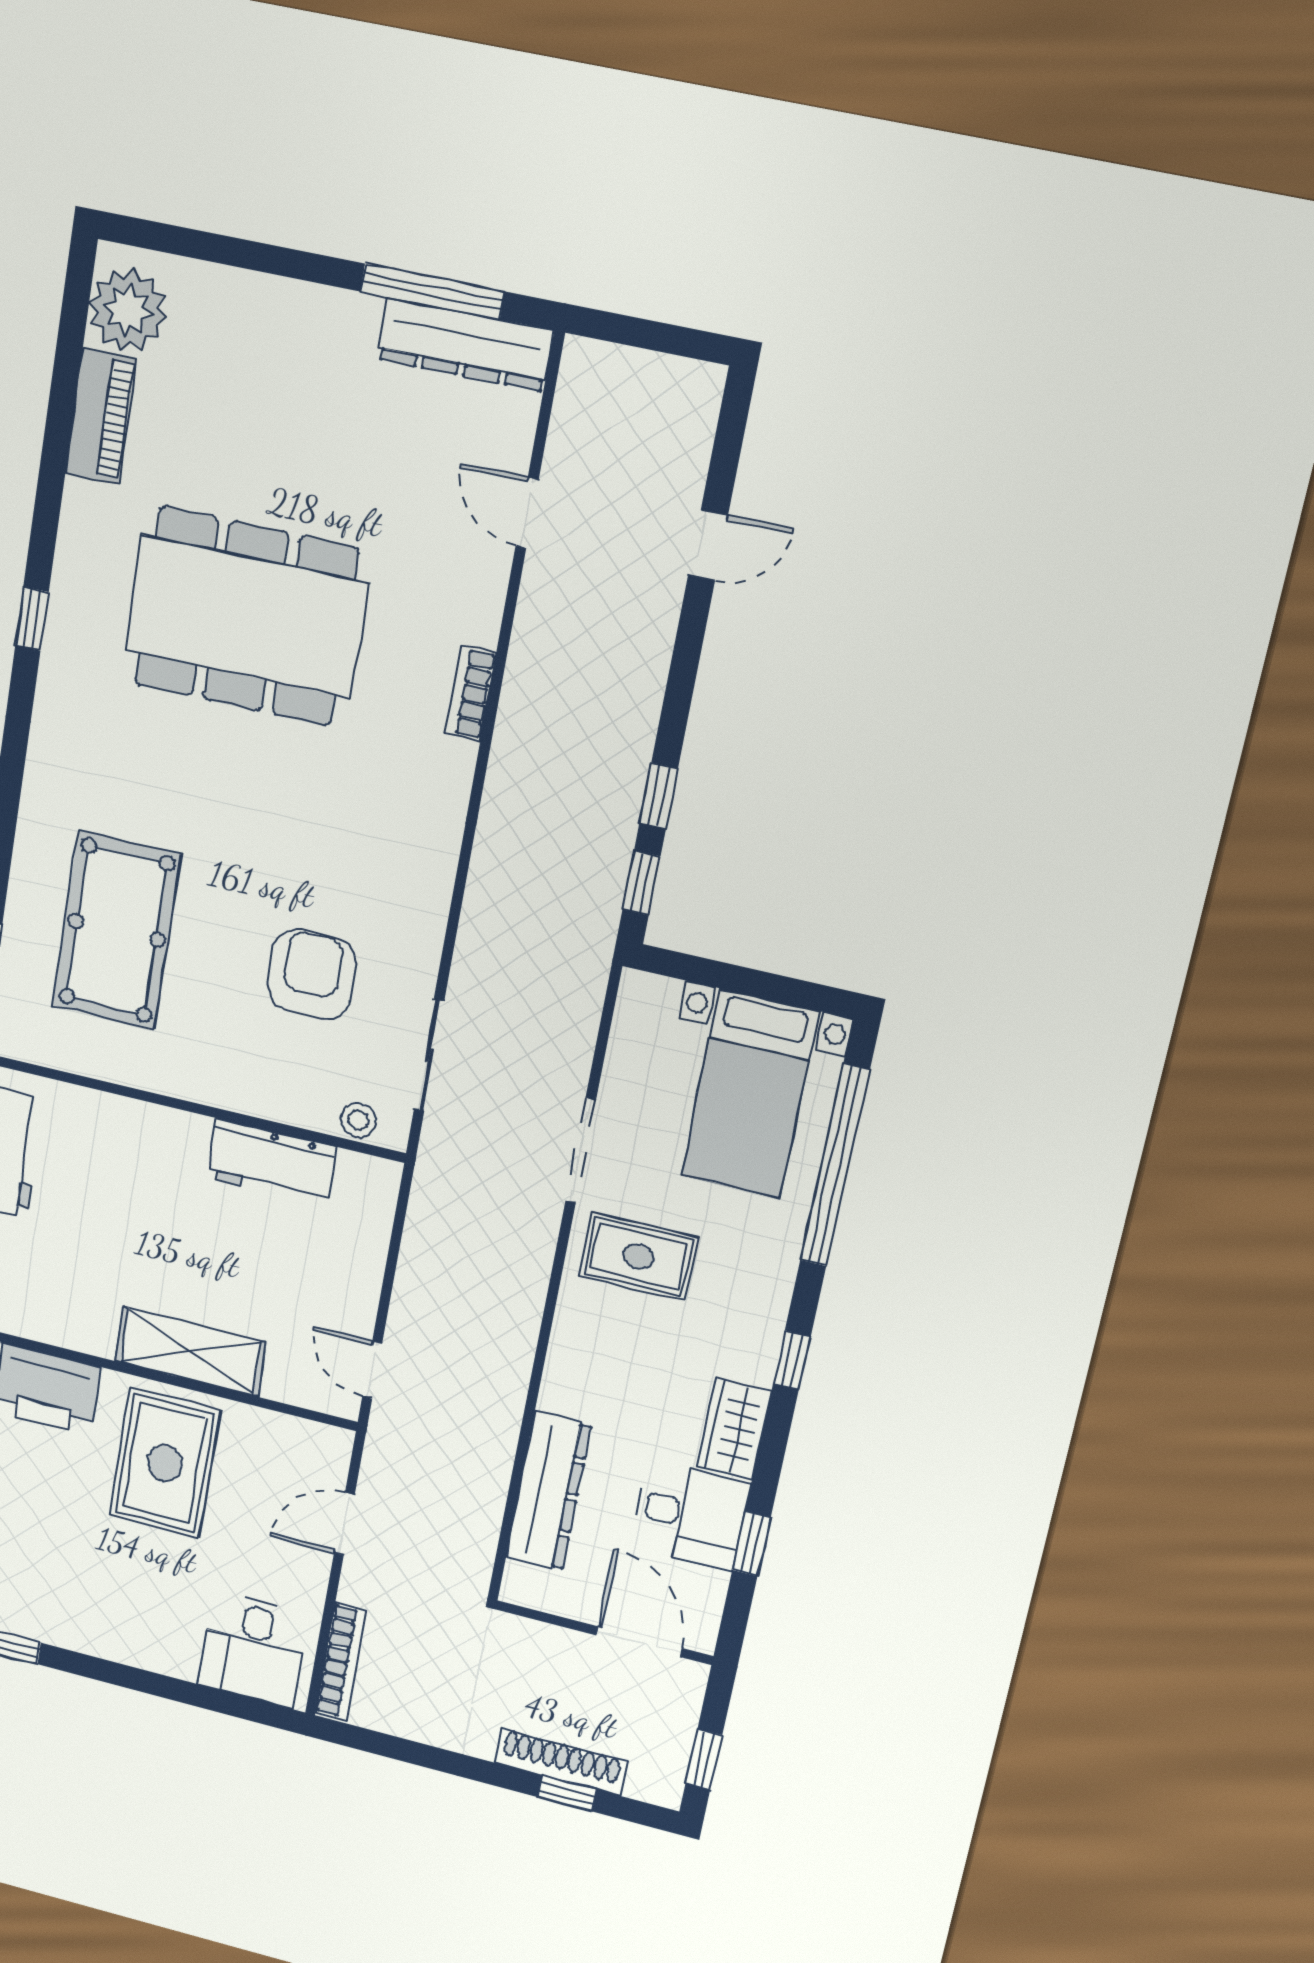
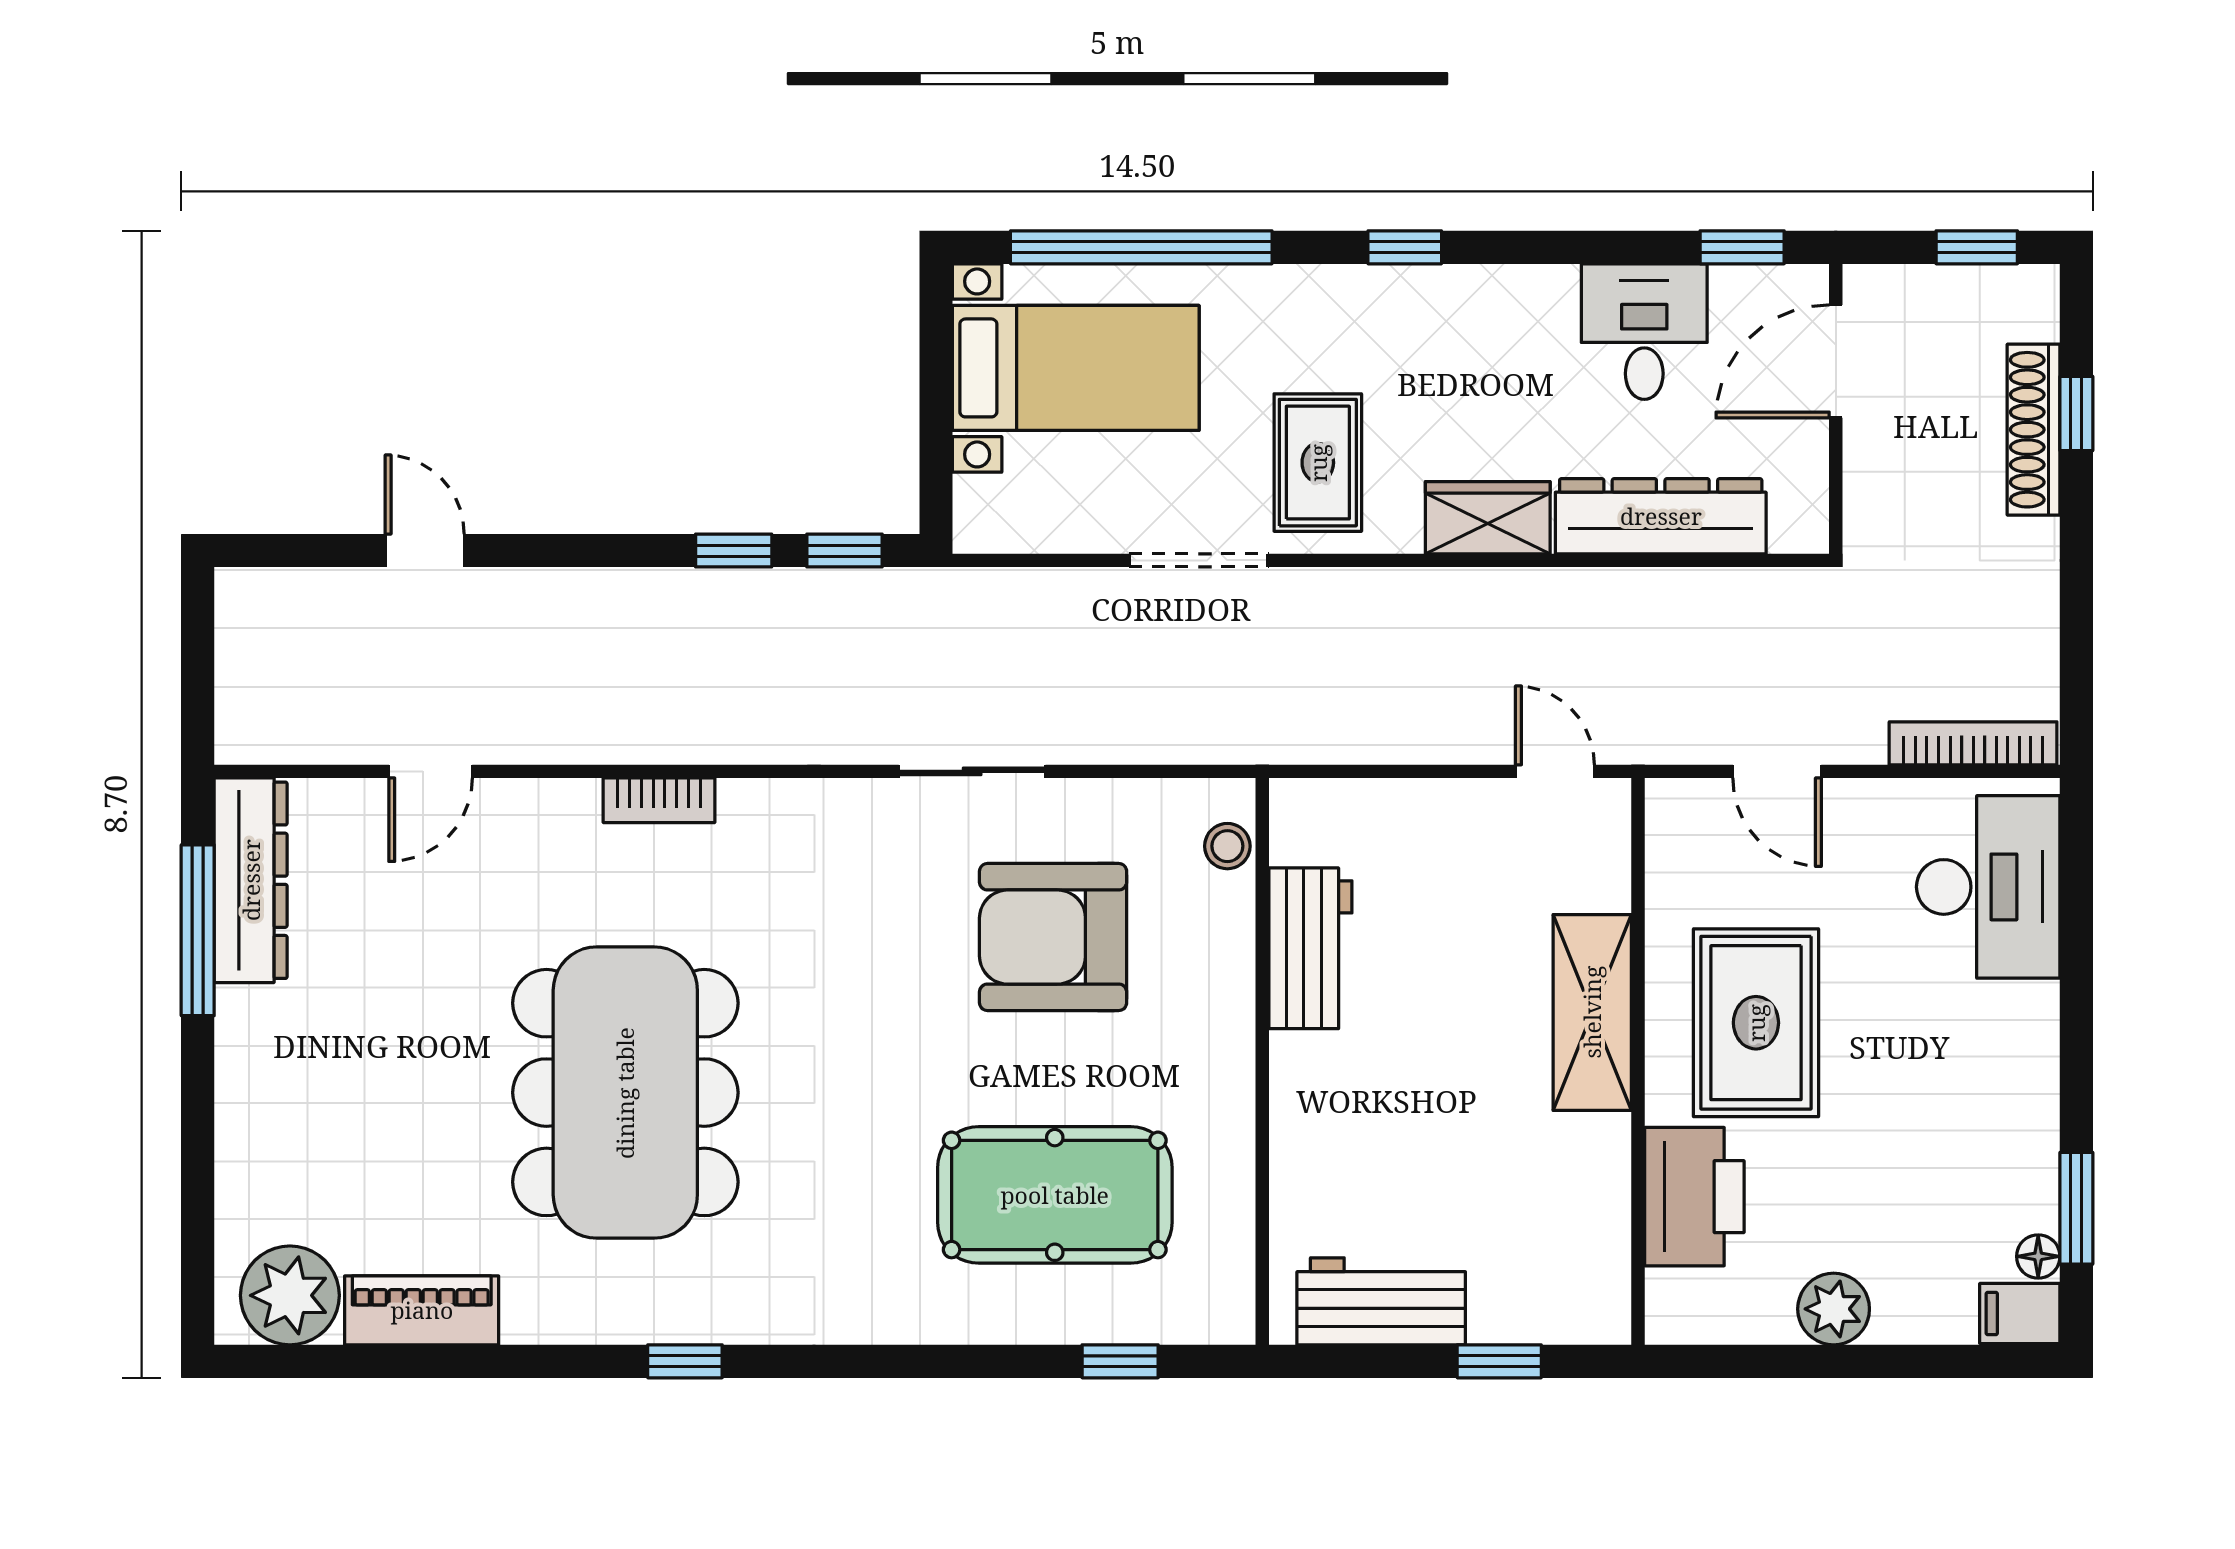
armchair: (311, 974) -> (1053, 937), width x1.36, depth x1.36
sliding door: (429, 1055) -> (972, 771), moved
door: (372, 1370) -> (1555, 771), swing flipped
wardrobe: (734, 1429) -> (1488, 518), moved, turned 180
rug: (165, 1463) -> (1756, 1023), turned 90
window: (751, 1544) -> (1742, 247), moved
desk: (254, 1649) -> (1988, 887), width x1.37

